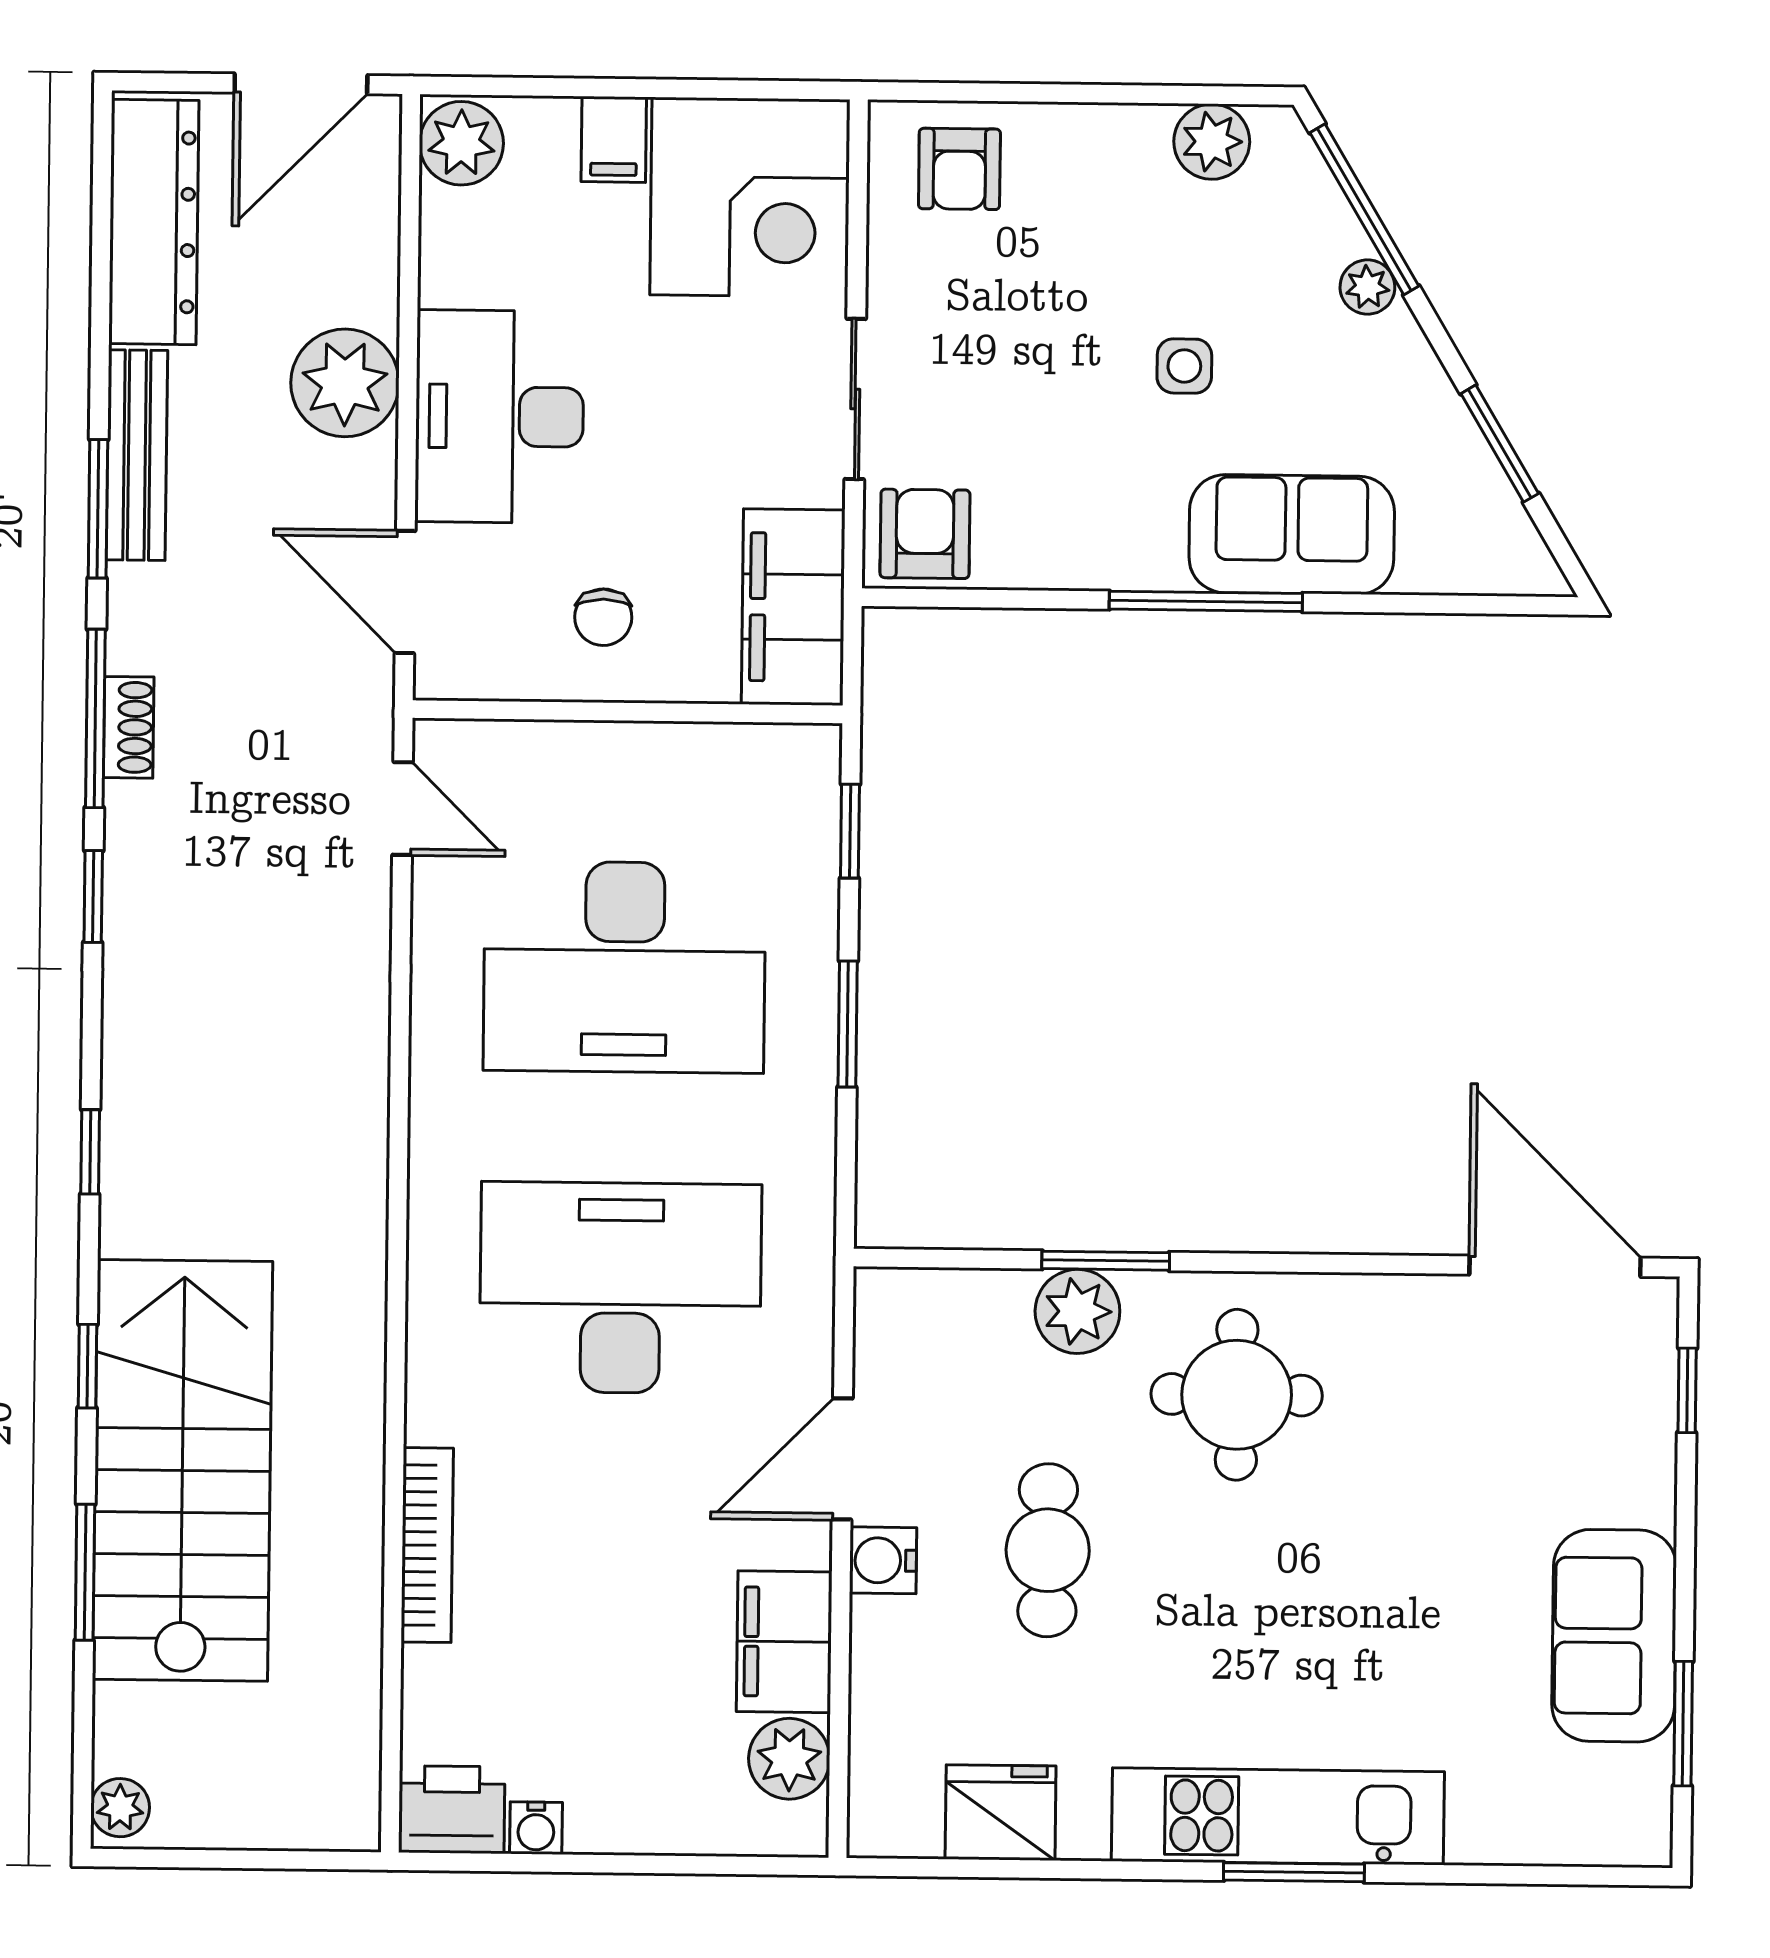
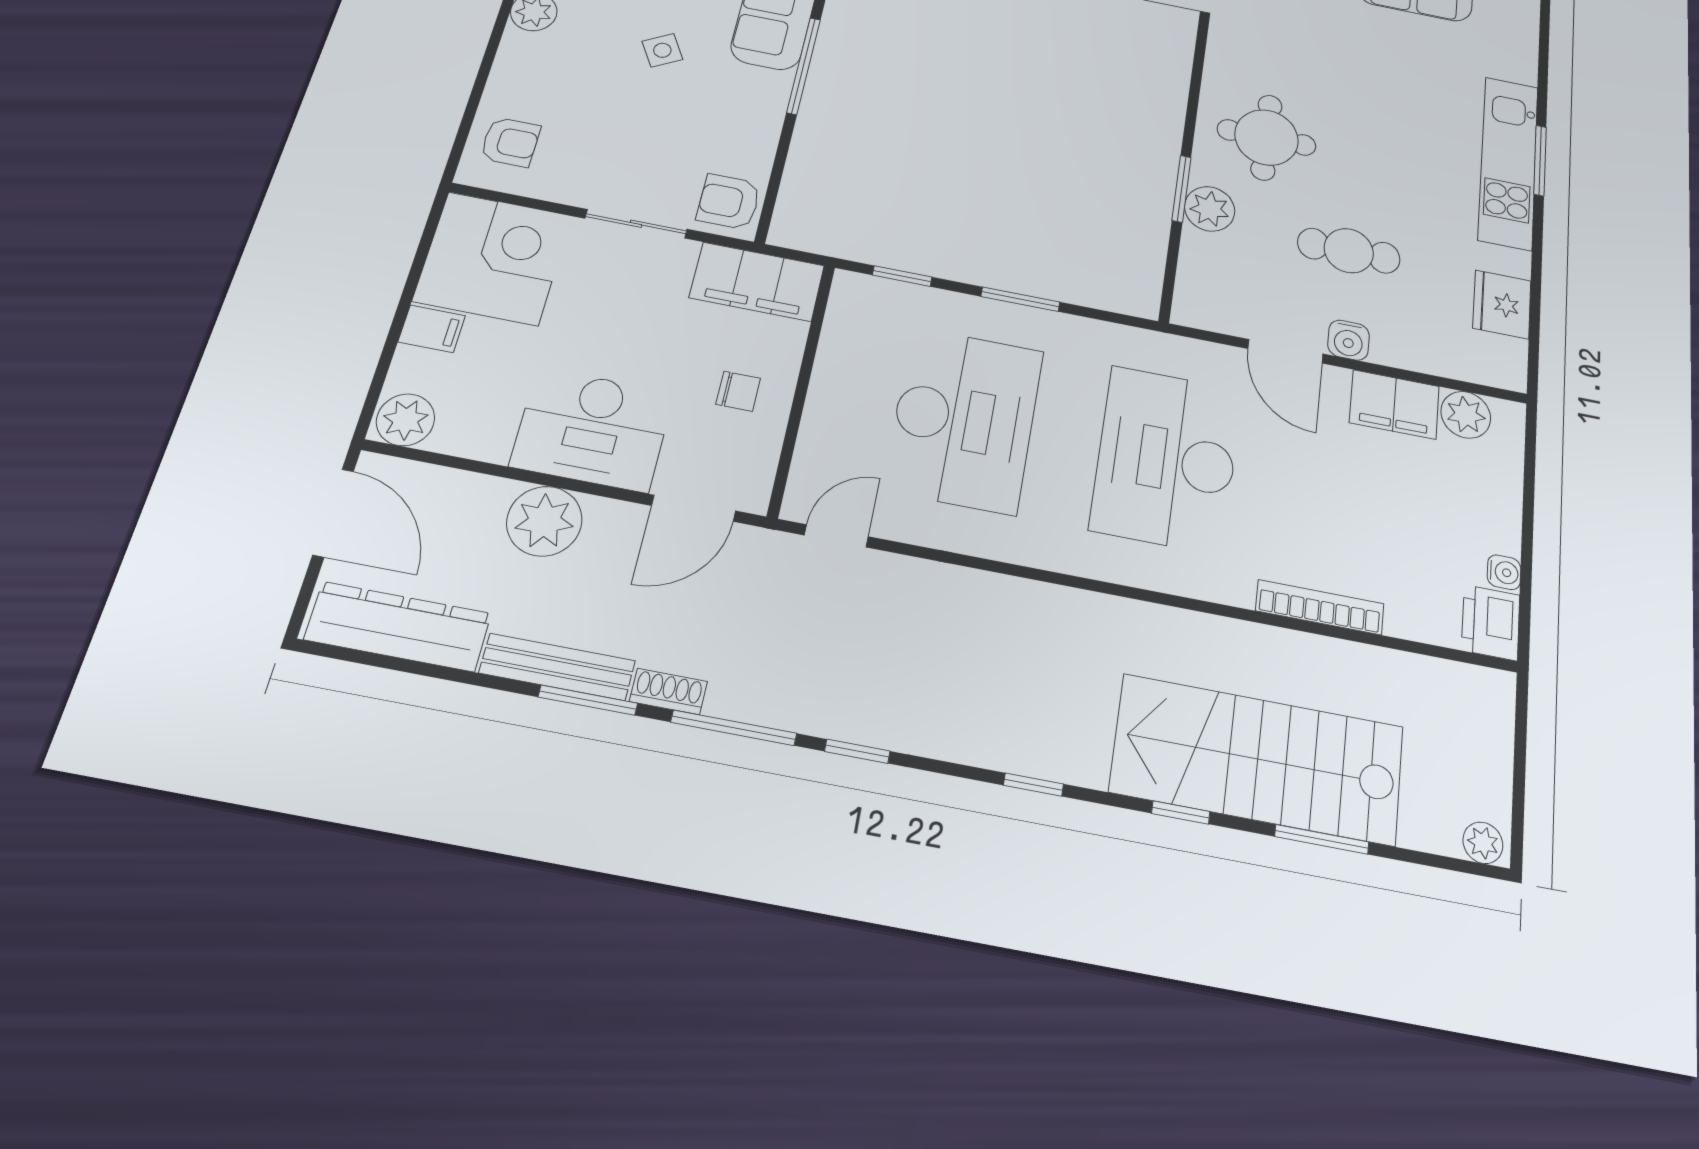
side table: (1184, 366) -> (662, 50), turned -30
shoe rack: (129, 727) -> (668, 691), moved

